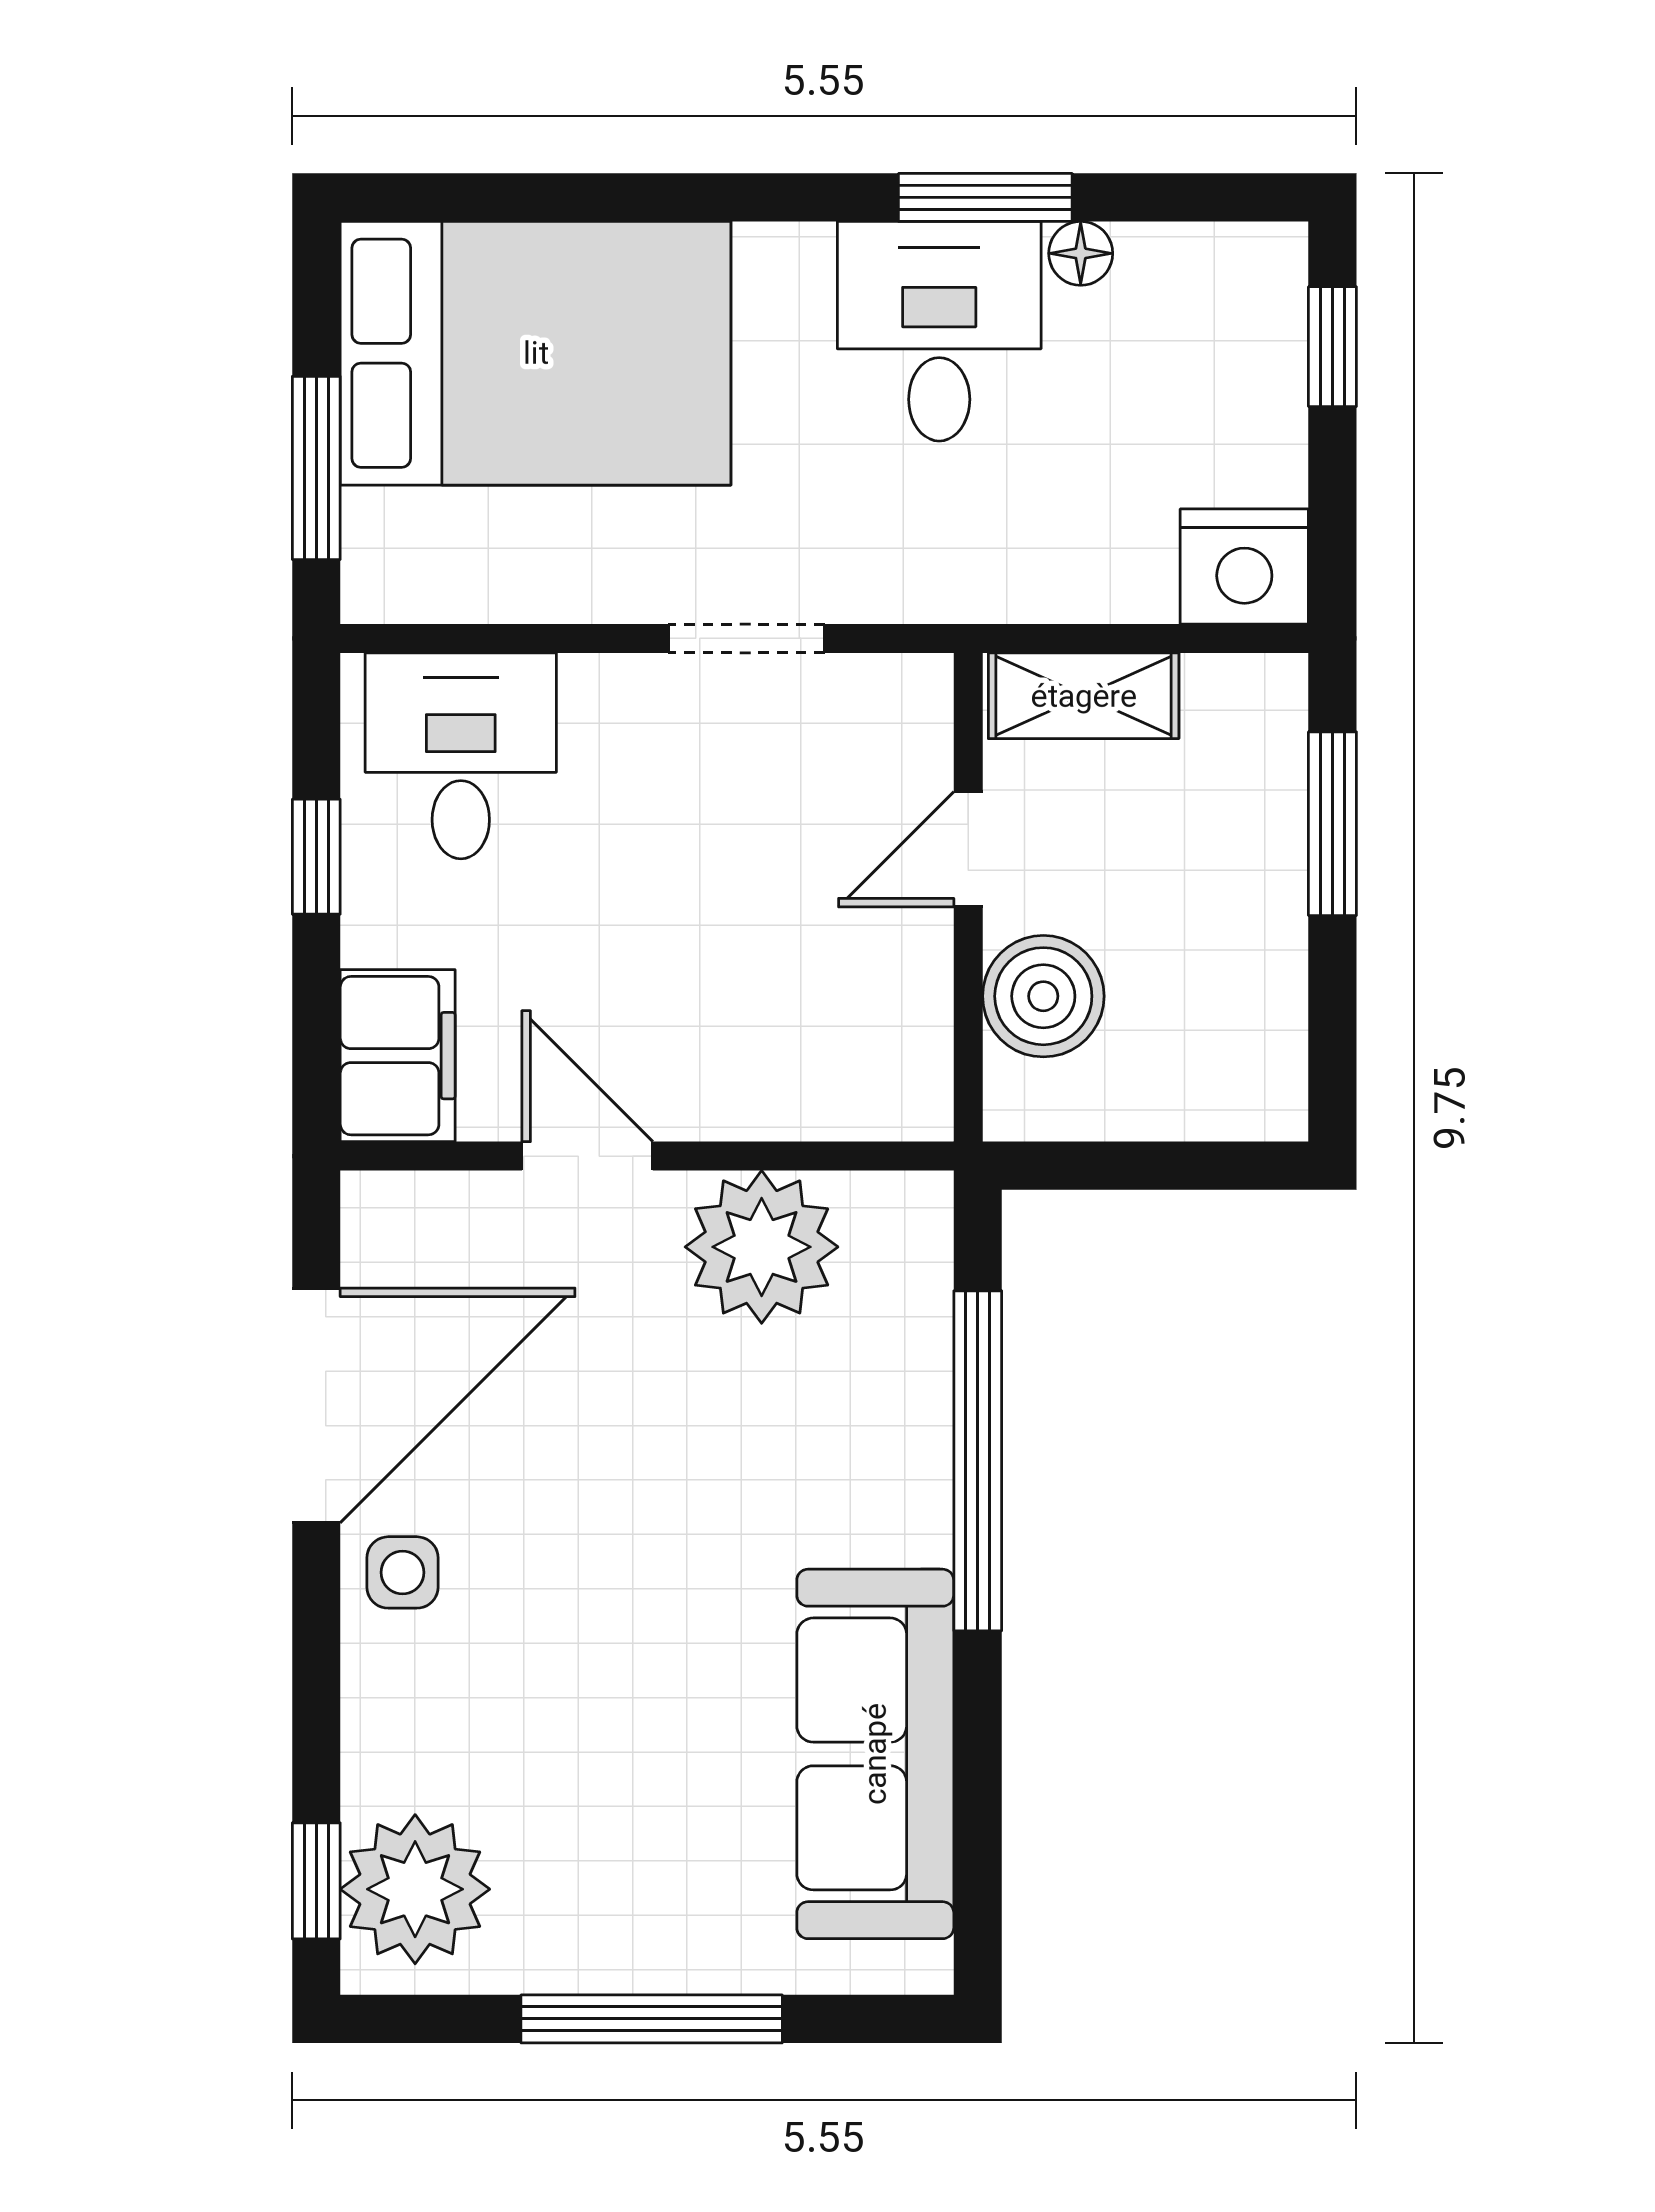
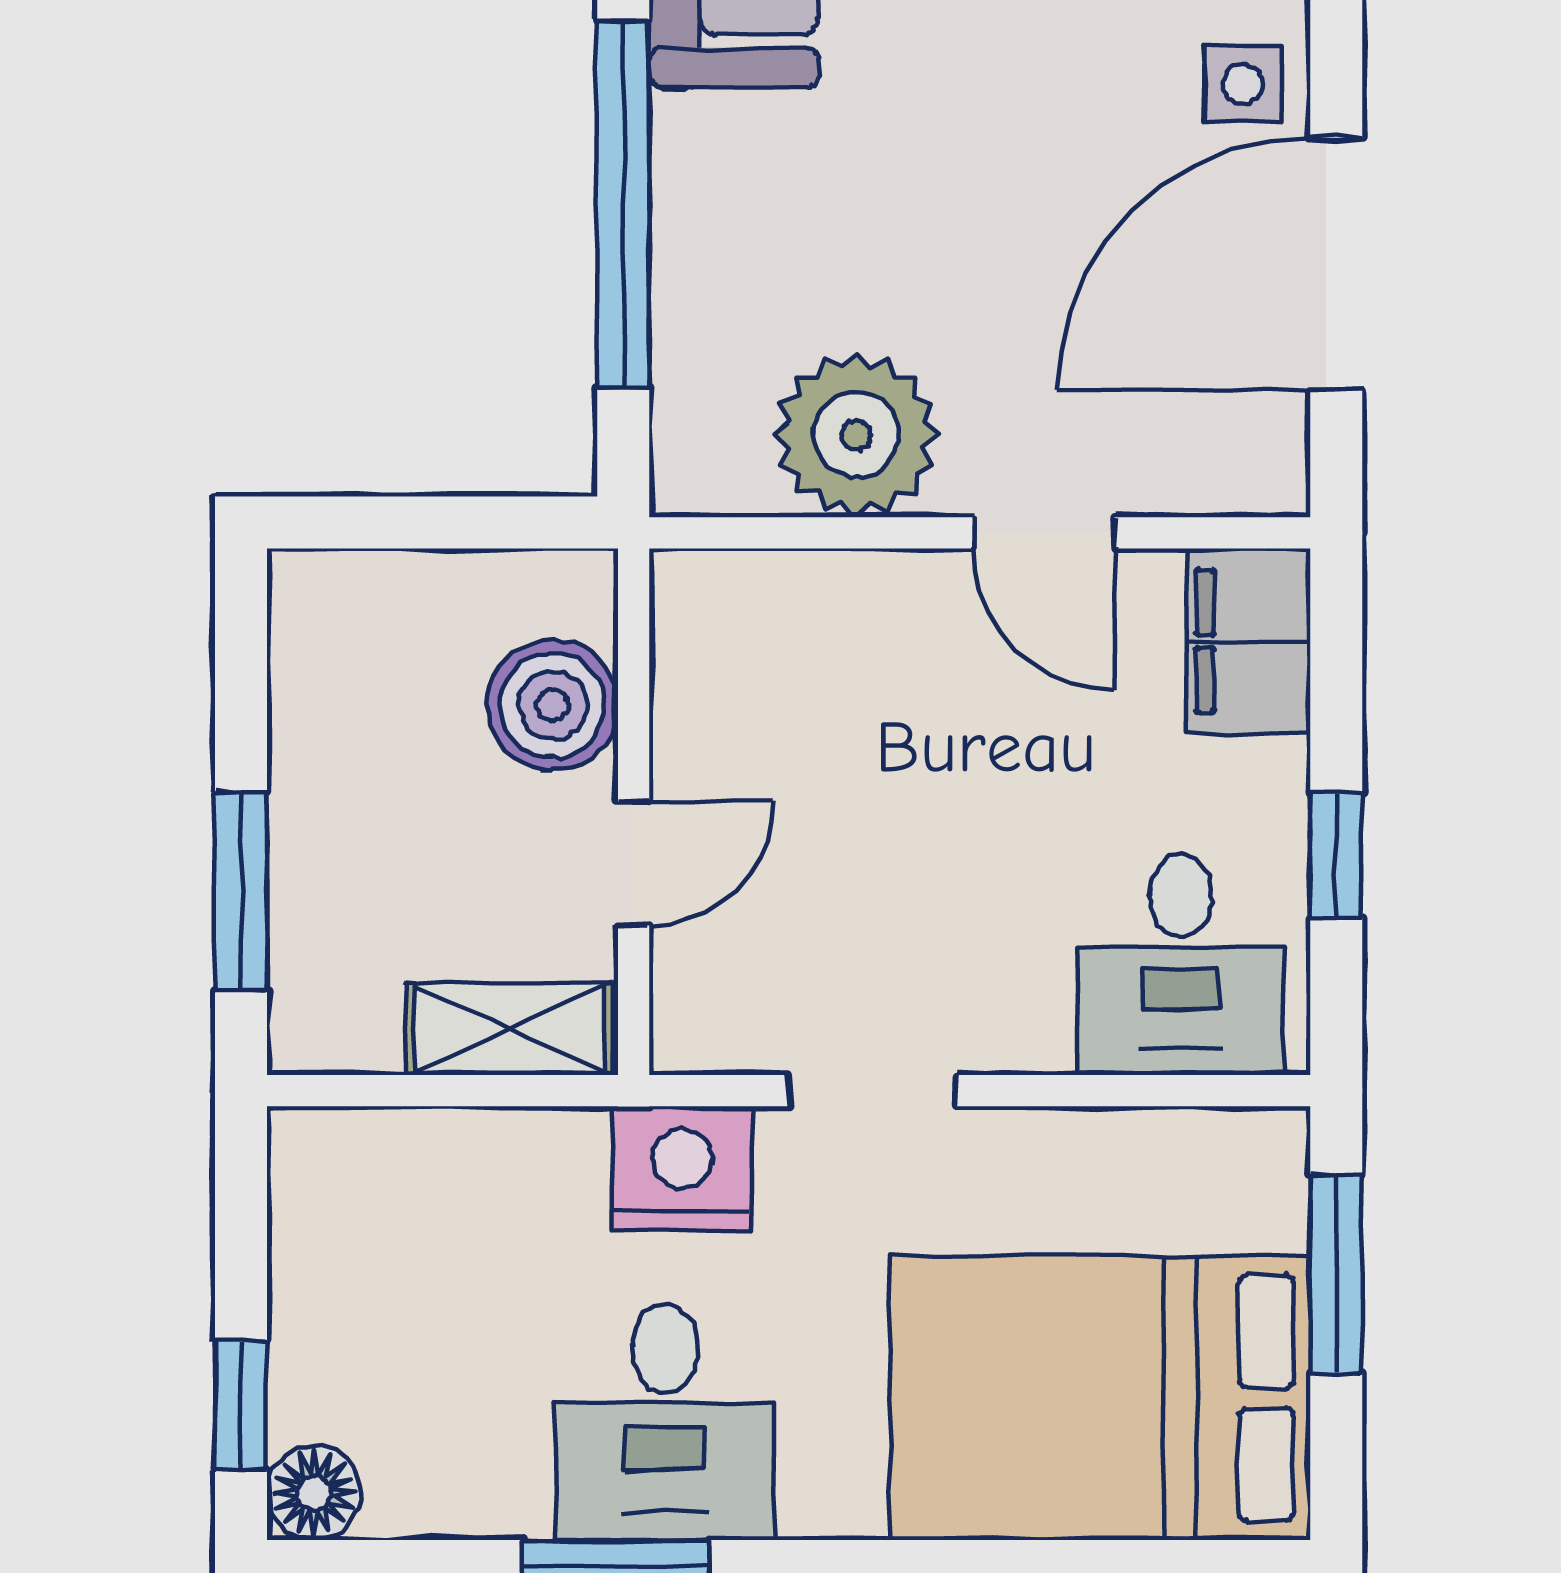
floor lamp: (1081, 253) -> (314, 1493), moved, width x1.37, depth x1.37
nightstand: (1244, 566) -> (682, 1168), moved

